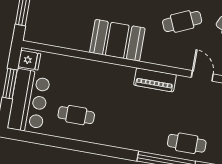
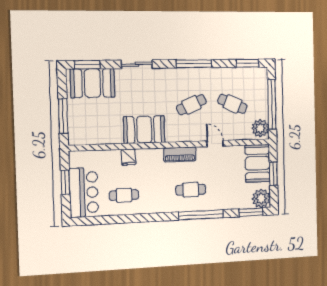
fridge: (29, 60) -> (128, 157), moved, turned 90
cafe table: (187, 143) -> (191, 190), moved

